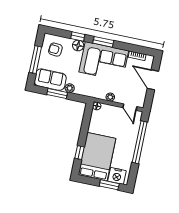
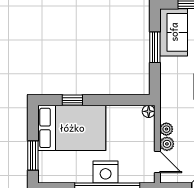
plant: (70, 88) -> (167, 144), moved
door: (130, 107) -> (157, 162), swing flipped
nightstand: (117, 176) -> (106, 172), moved, turned -90

